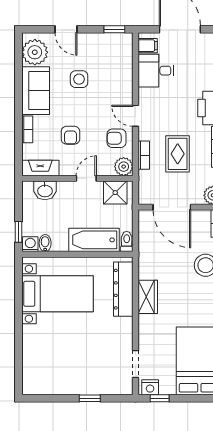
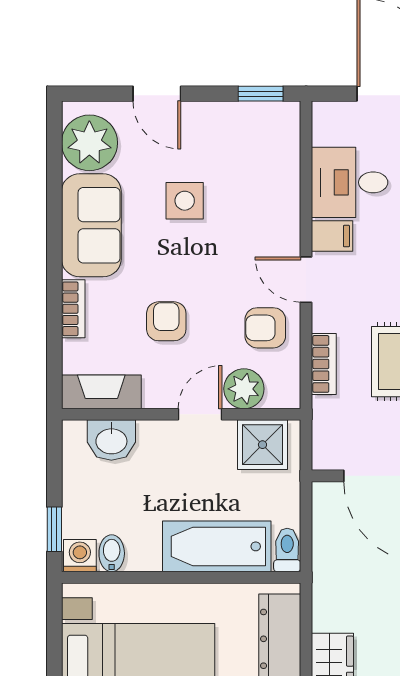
filing cabinet: (148, 46) -> (332, 236), moved
armchair: (70, 135) -> (166, 321), turned 180
plant: (124, 167) -> (244, 389), moved

